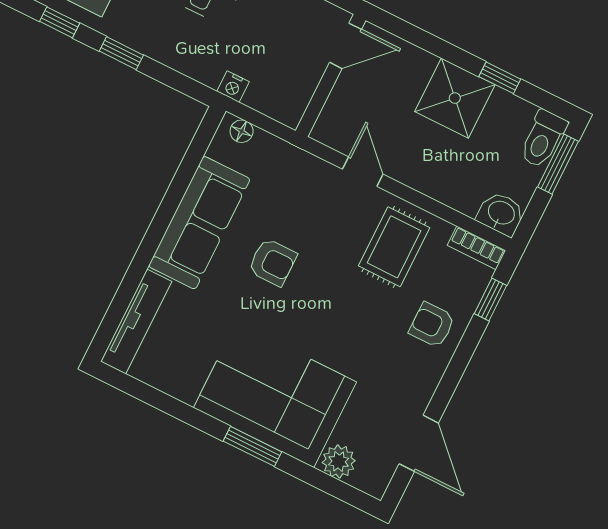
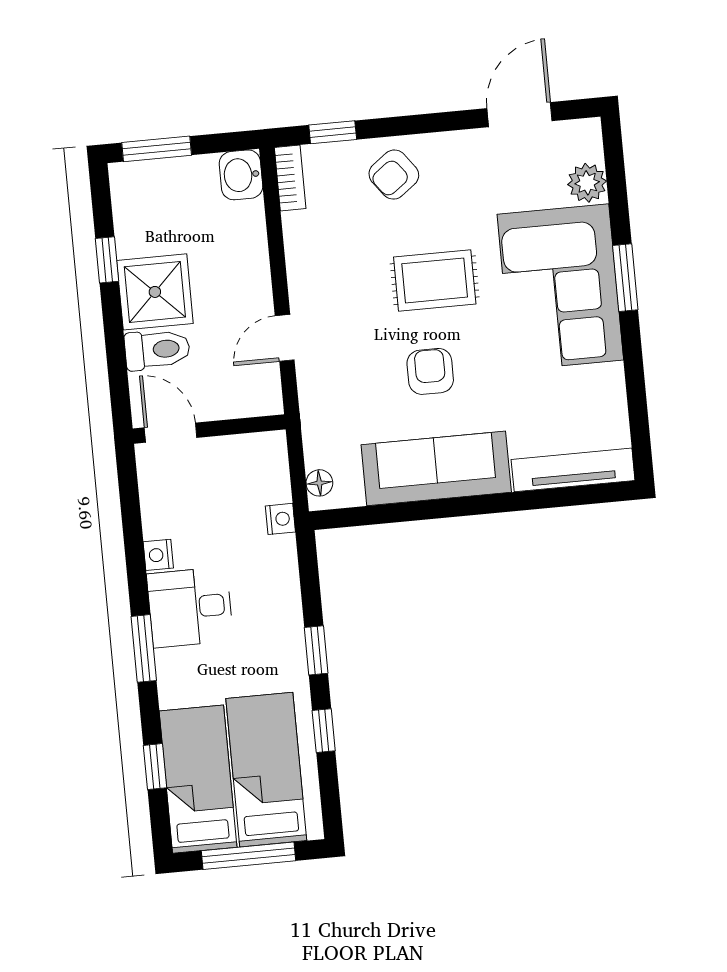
toilet: (543, 139) -> (157, 350), moved
rug: (394, 247) -> (435, 280), moved
armchair: (432, 325) -> (394, 175), turned 53

